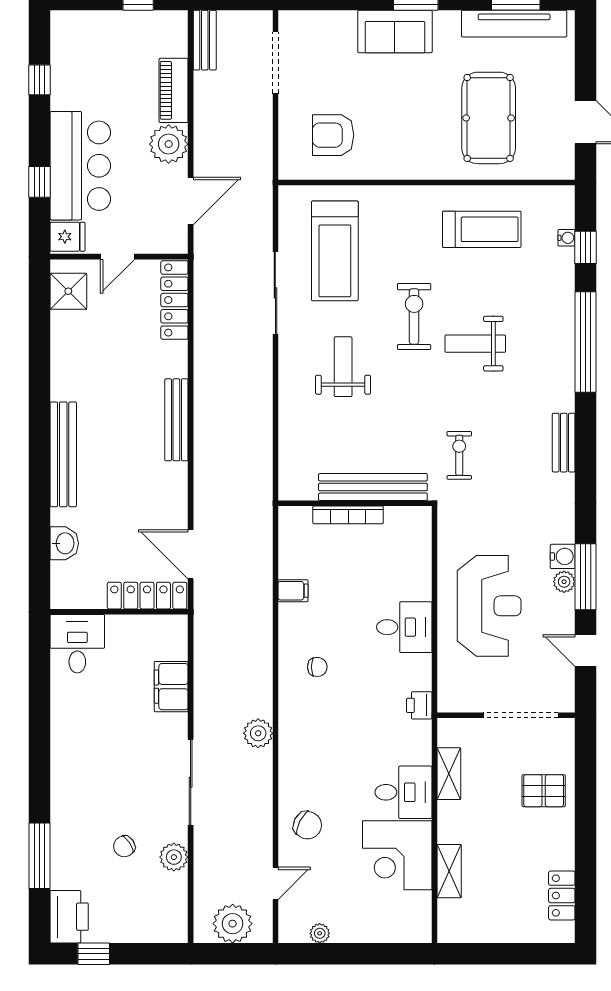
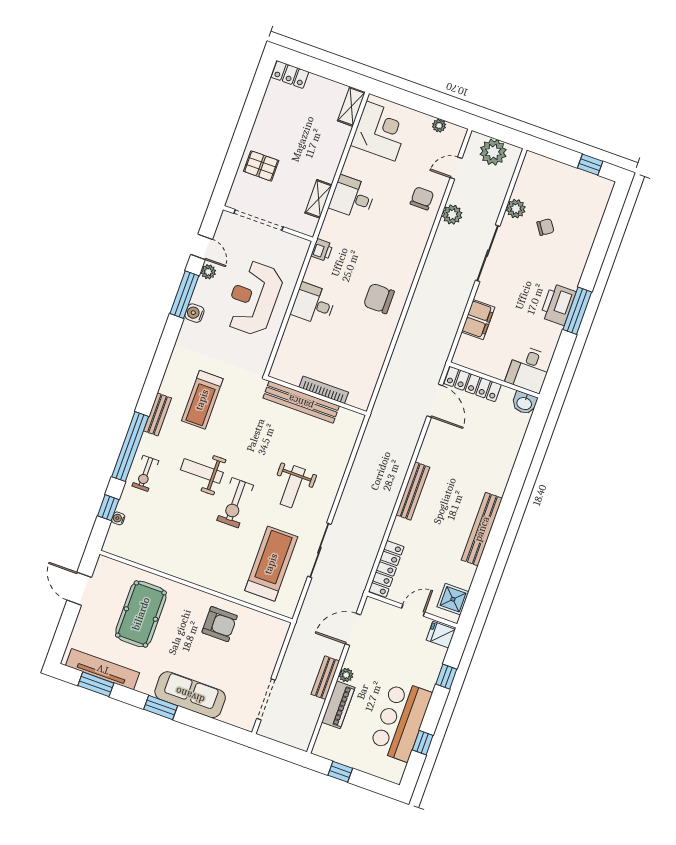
sofa: (395, 32) -> (190, 695), width x1.36
bench: (205, 40) -> (325, 678), moved
armchair: (333, 135) -> (220, 624), moved
plant: (169, 144) -> (346, 675), width x0.53, depth x0.53
bar counter: (80, 166) -> (401, 721), moved
treadmill: (482, 229) -> (202, 400), moved, turned -90
weight bench: (475, 344) -> (202, 471), turned 180
bench: (564, 443) -> (158, 414), moved
bench: (63, 454) -> (482, 529), moved
exercise bike: (459, 455) -> (145, 473), moved
washbasin: (64, 543) -> (524, 403), moved, turned -90
plant: (564, 582) -> (208, 272), moved
filing cabinet: (293, 591) -> (377, 353), removed
chair: (317, 667) -> (379, 298), width x1.87, depth x1.87
plant: (258, 733) -> (452, 215), moved
chair: (307, 825) -> (422, 198), turned 63
corner desk: (397, 855) -> (380, 131), moved
window: (40, 856) -> (577, 311), moved
shelving: (449, 871) -> (351, 106), moved
locker: (562, 896) -> (290, 75), moved, turned 90
printer: (69, 917) -> (558, 304), moved

